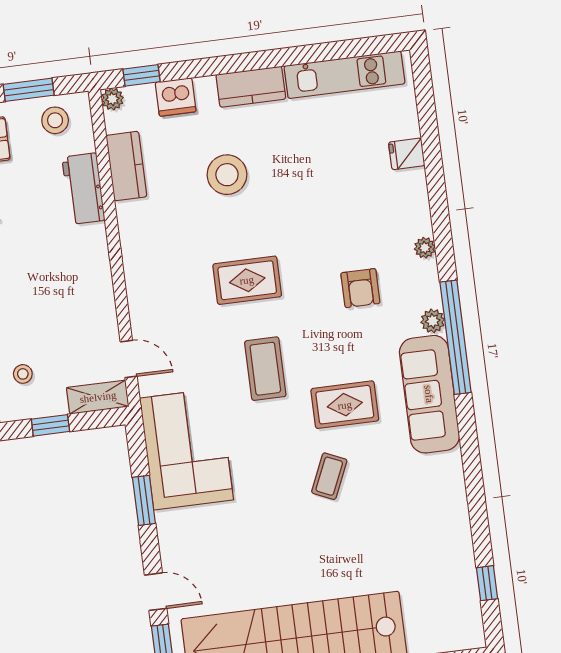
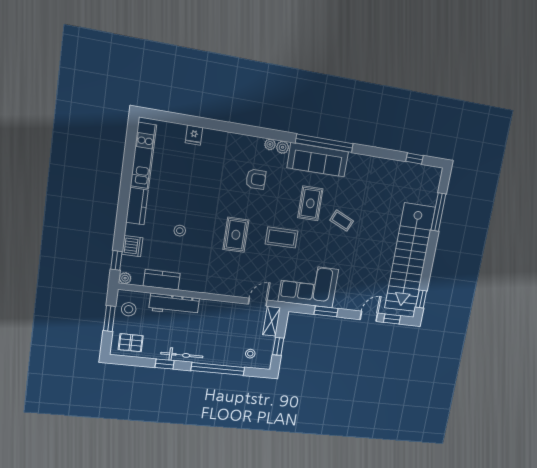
stool: (227, 175) -> (180, 231), width x0.53, depth x0.53
workbench: (83, 189) -> (174, 304), width x1.38
plant: (425, 248) -> (270, 144), moved
window: (456, 337) -> (324, 143), moved

